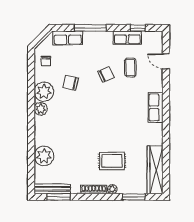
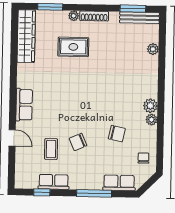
door: (166, 61) -> (12, 138), moved
plant: (44, 92) -> (151, 120), width x0.53, depth x0.53
plant: (44, 156) -> (153, 49), width x0.53, depth x0.53

